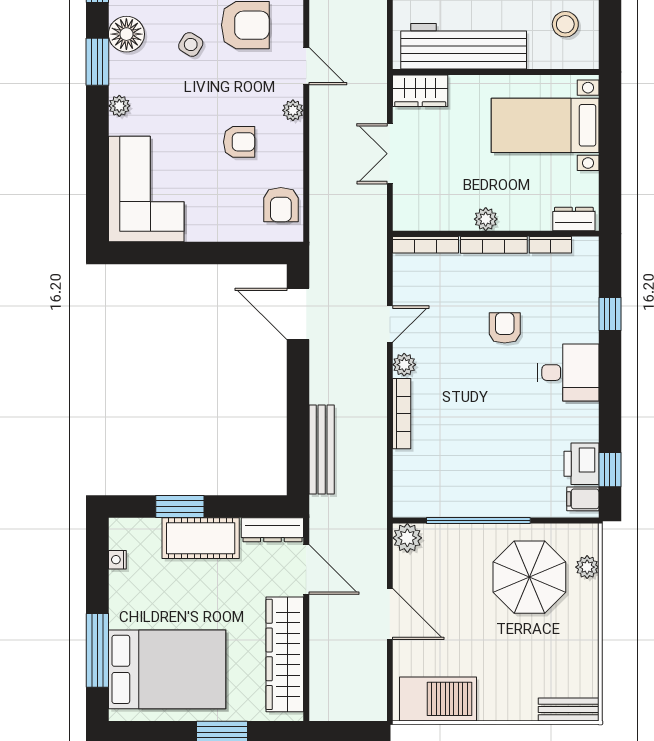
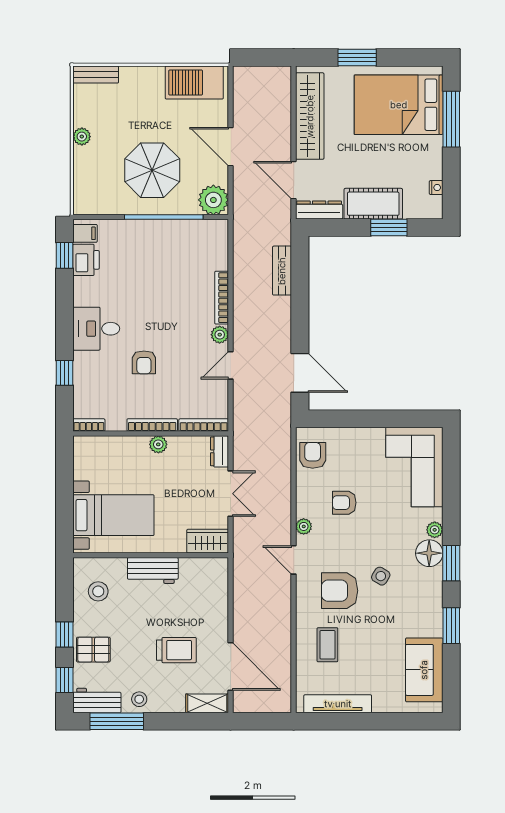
floor lamp: (126, 34) -> (429, 553), moved
workbench: (464, 46) -> (153, 570), width x0.53, depth x0.76
dresser: (574, 219) -> (220, 451), moved, turned 90
bookcase: (550, 245) -> (89, 425), moved
bench: (322, 450) -> (282, 271), width x0.73
plant: (407, 538) -> (213, 200), width x1.36, depth x1.36
plant: (587, 567) -> (82, 137), moved
parasol: (529, 577) -> (152, 170), moved

